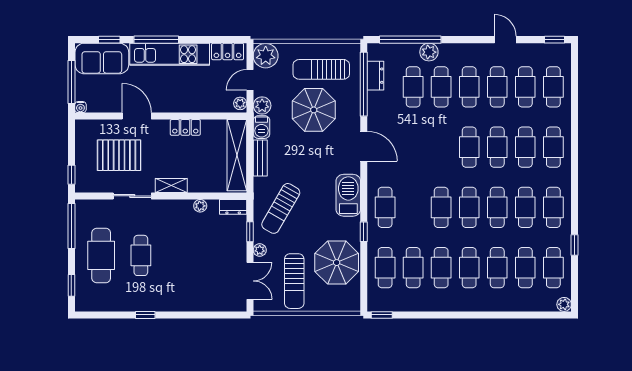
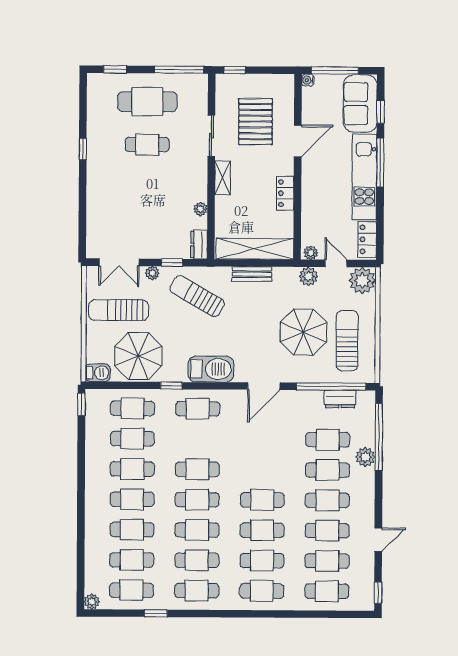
barbecue: (261, 127) -> (98, 373), moved, turned 180

